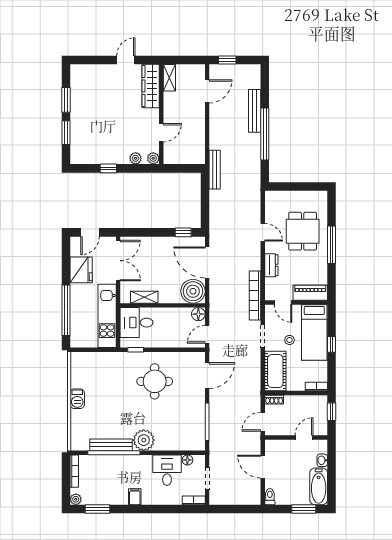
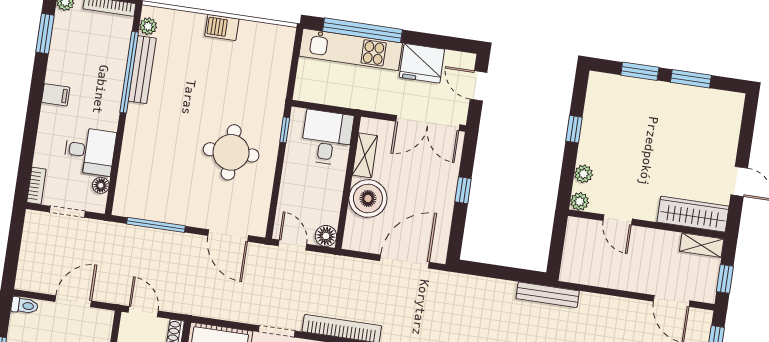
window: (188, 60) -> (725, 279), added
window: (183, 232) -> (463, 190), moved
boiler: (193, 291) -> (368, 198), moved
kitchen unit: (107, 316) -> (351, 50), moved, turned 180
plant: (144, 440) -> (148, 26), moved, width x0.53, depth x0.53

